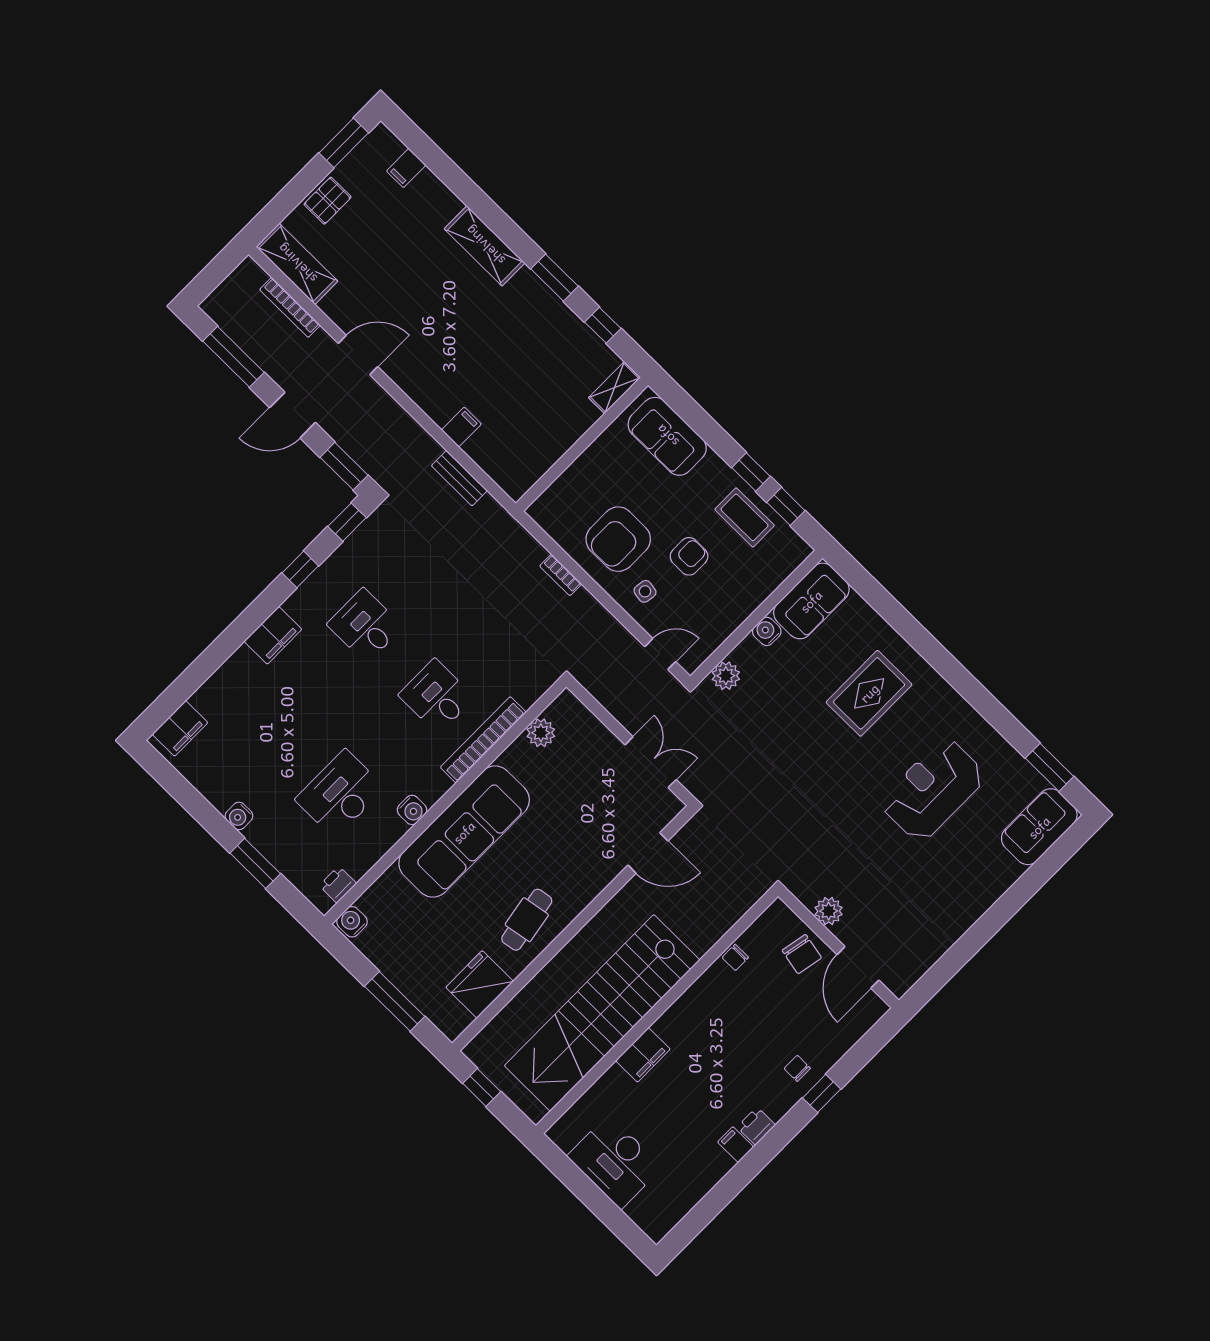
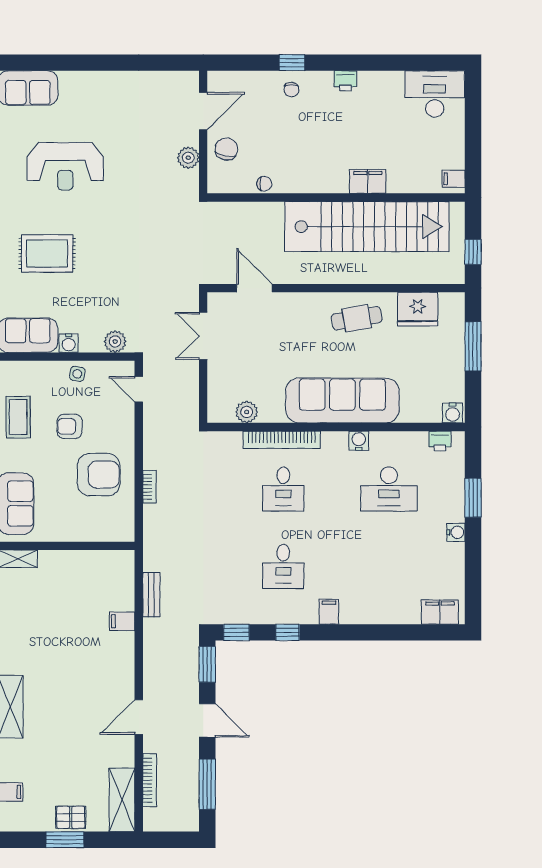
window: (344, 143) -> (65, 840), moved
door: (358, 355) -> (139, 717), hinge flipped
side table: (645, 591) -> (77, 374), moved
filing cabinet: (273, 635) -> (329, 612), width x0.50
filing cabinet: (736, 1145) -> (454, 179), moved, turned 90
desk: (615, 1162) -> (435, 94), moved, turned -90

